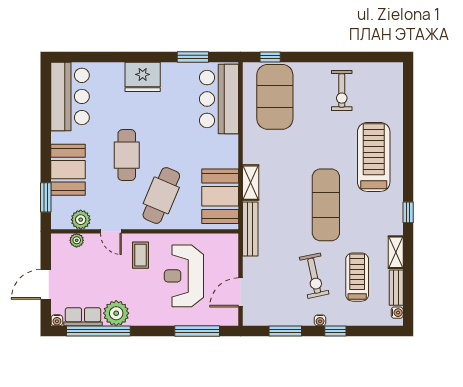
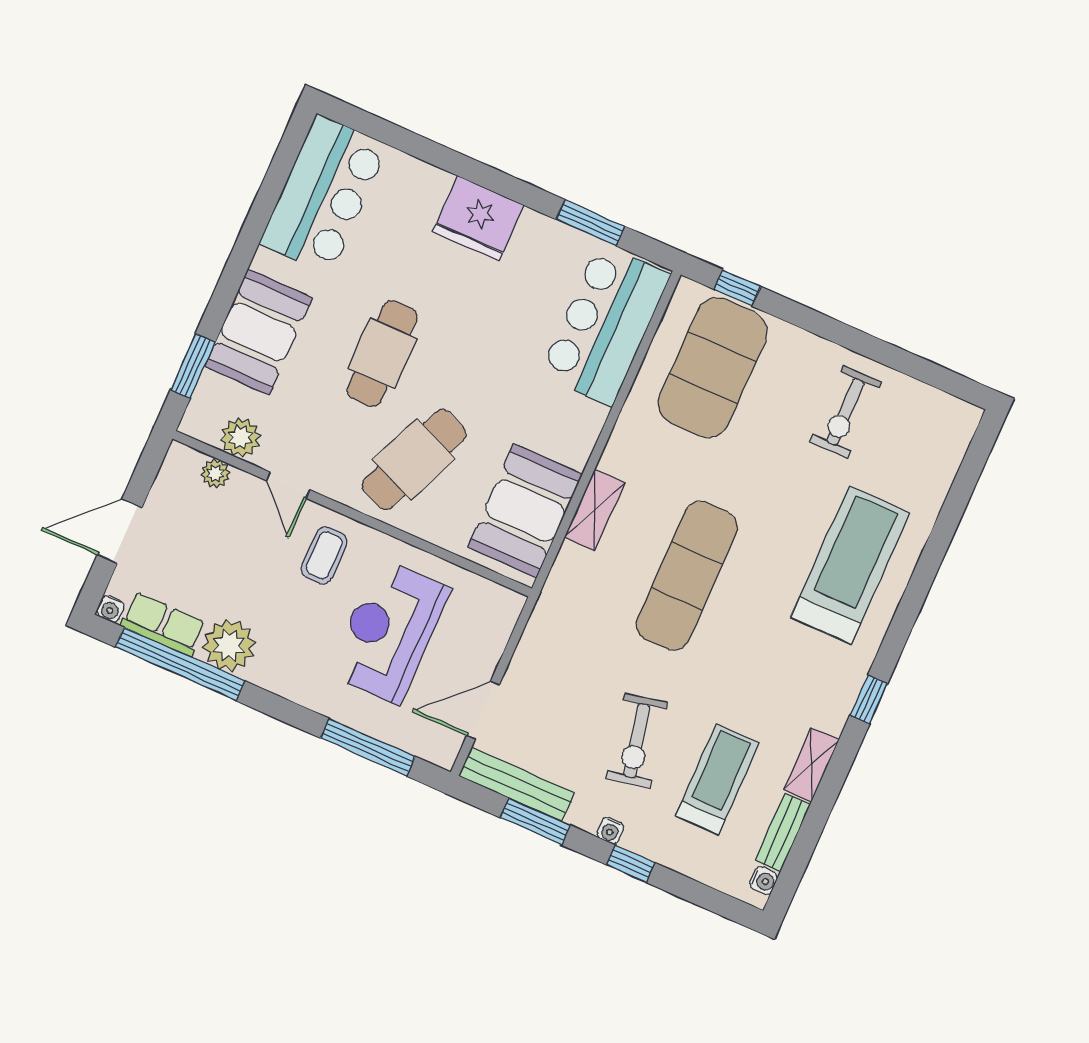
exercise mat: (326, 205) -> (687, 576), moved
bench: (250, 229) -> (517, 784), moved, turned 90

